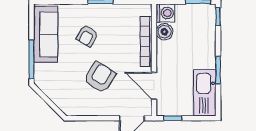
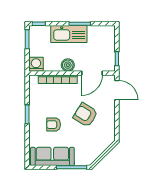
boiler: (164, 32) -> (68, 65), moved
armchair: (87, 36) -> (54, 125), turned 150
kitchen sink: (205, 93) -> (69, 34), moved

